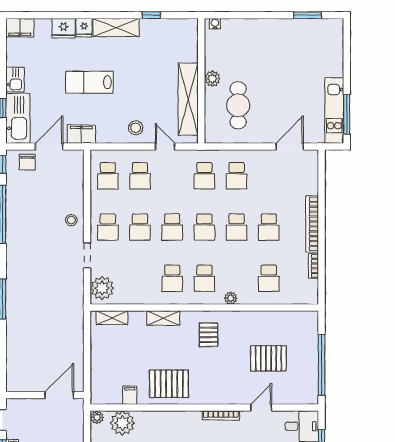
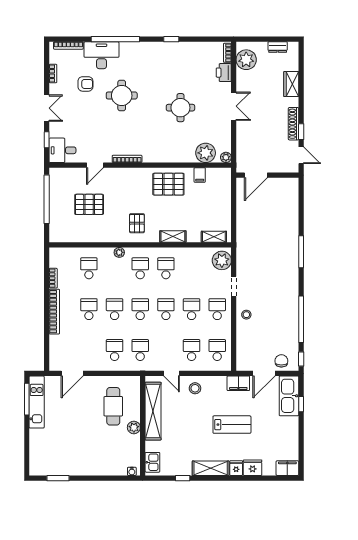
kitchen sink: (15, 79) -> (152, 462), moved, turned 180

